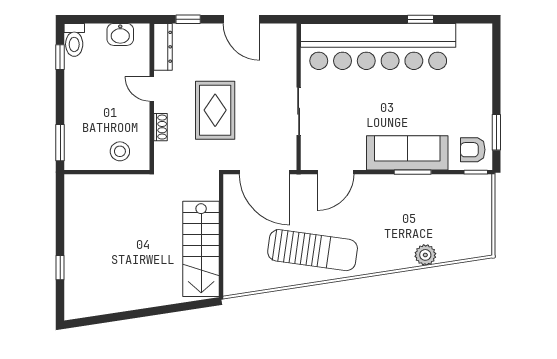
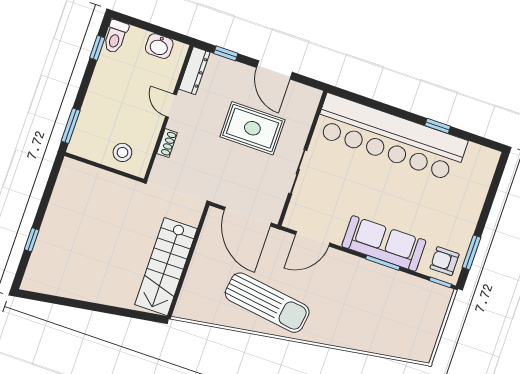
rug: (215, 110) -> (252, 128), moved, turned 90
plant: (425, 255) -> (368, 342), removed

